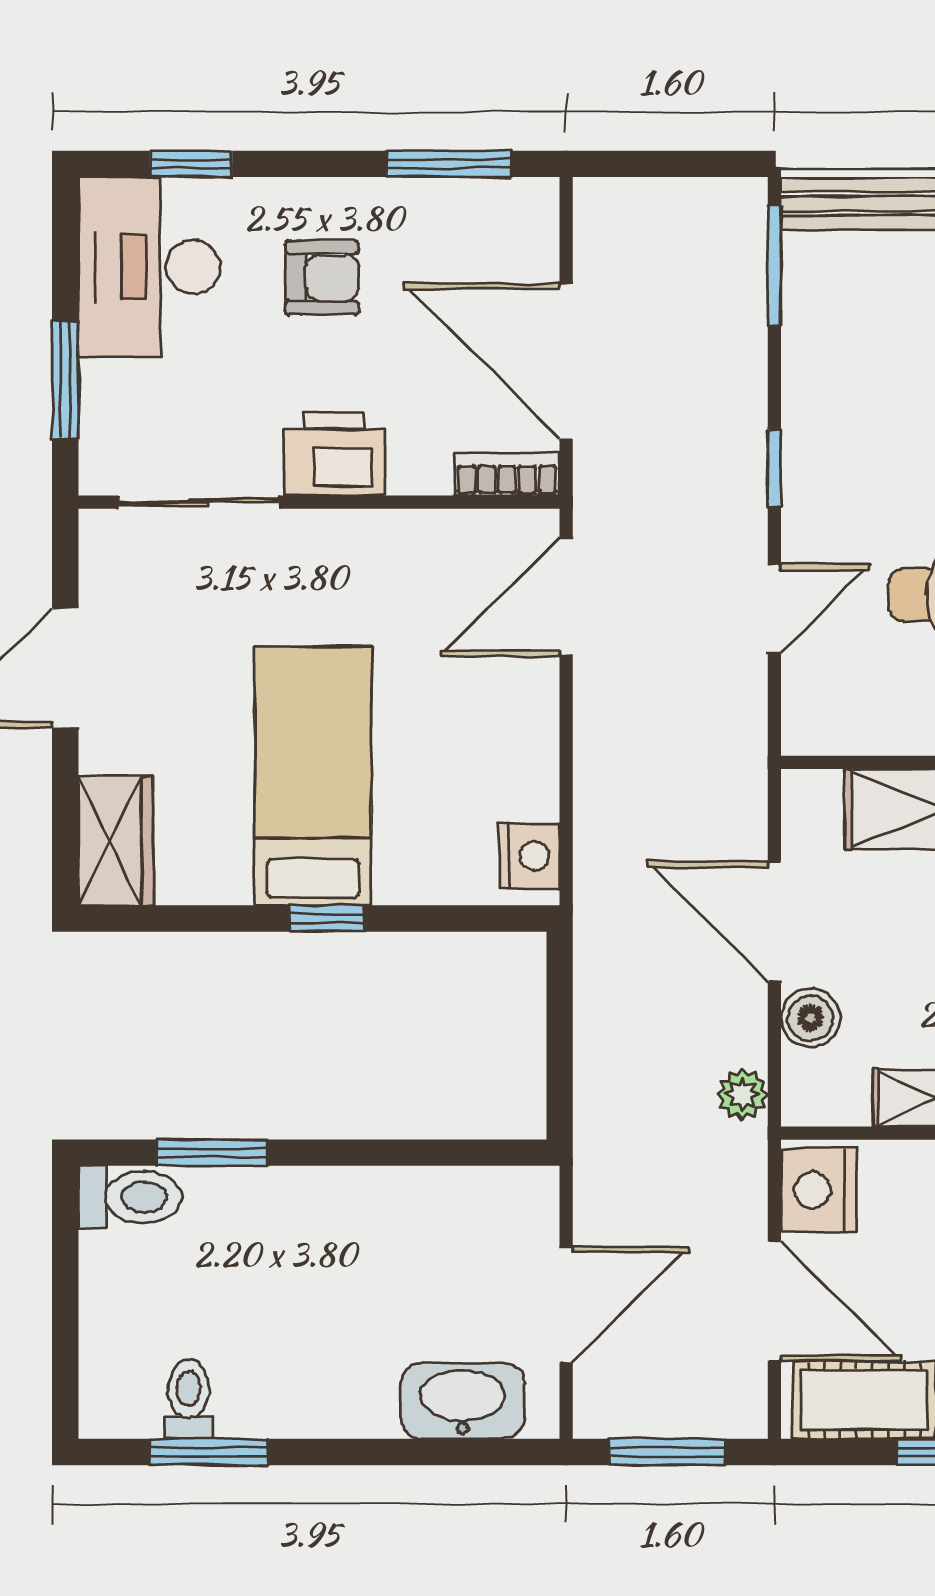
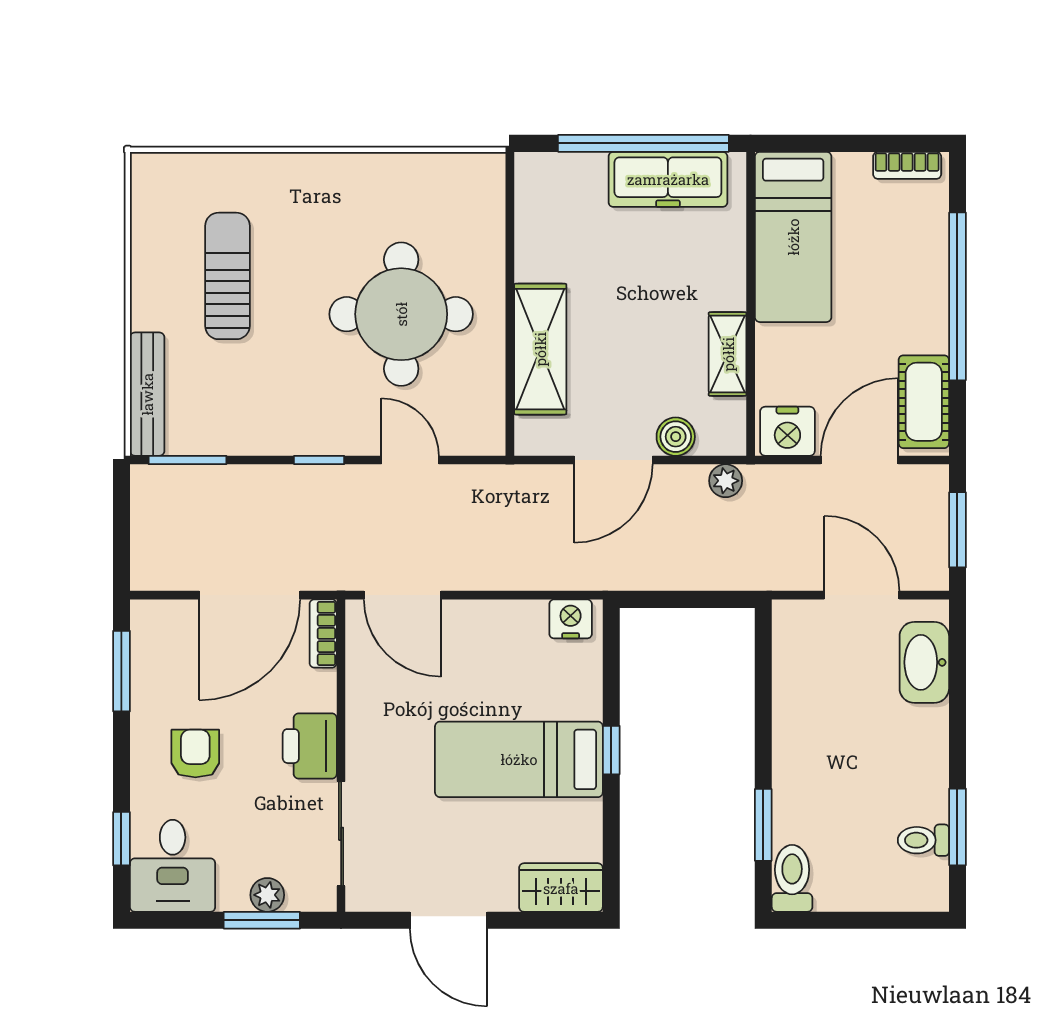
desk: (149, 267) -> (173, 866), width x0.73
plant: (104, 389) -> (267, 895), added

